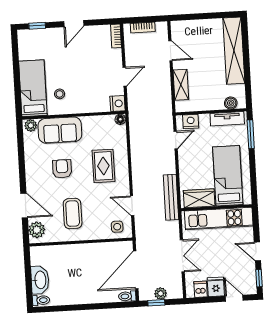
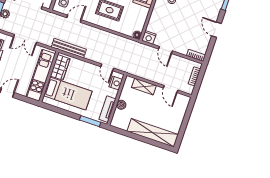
door: (170, 51) -> (171, 89), hinge flipped
boiler: (231, 103) -> (121, 105), moved

